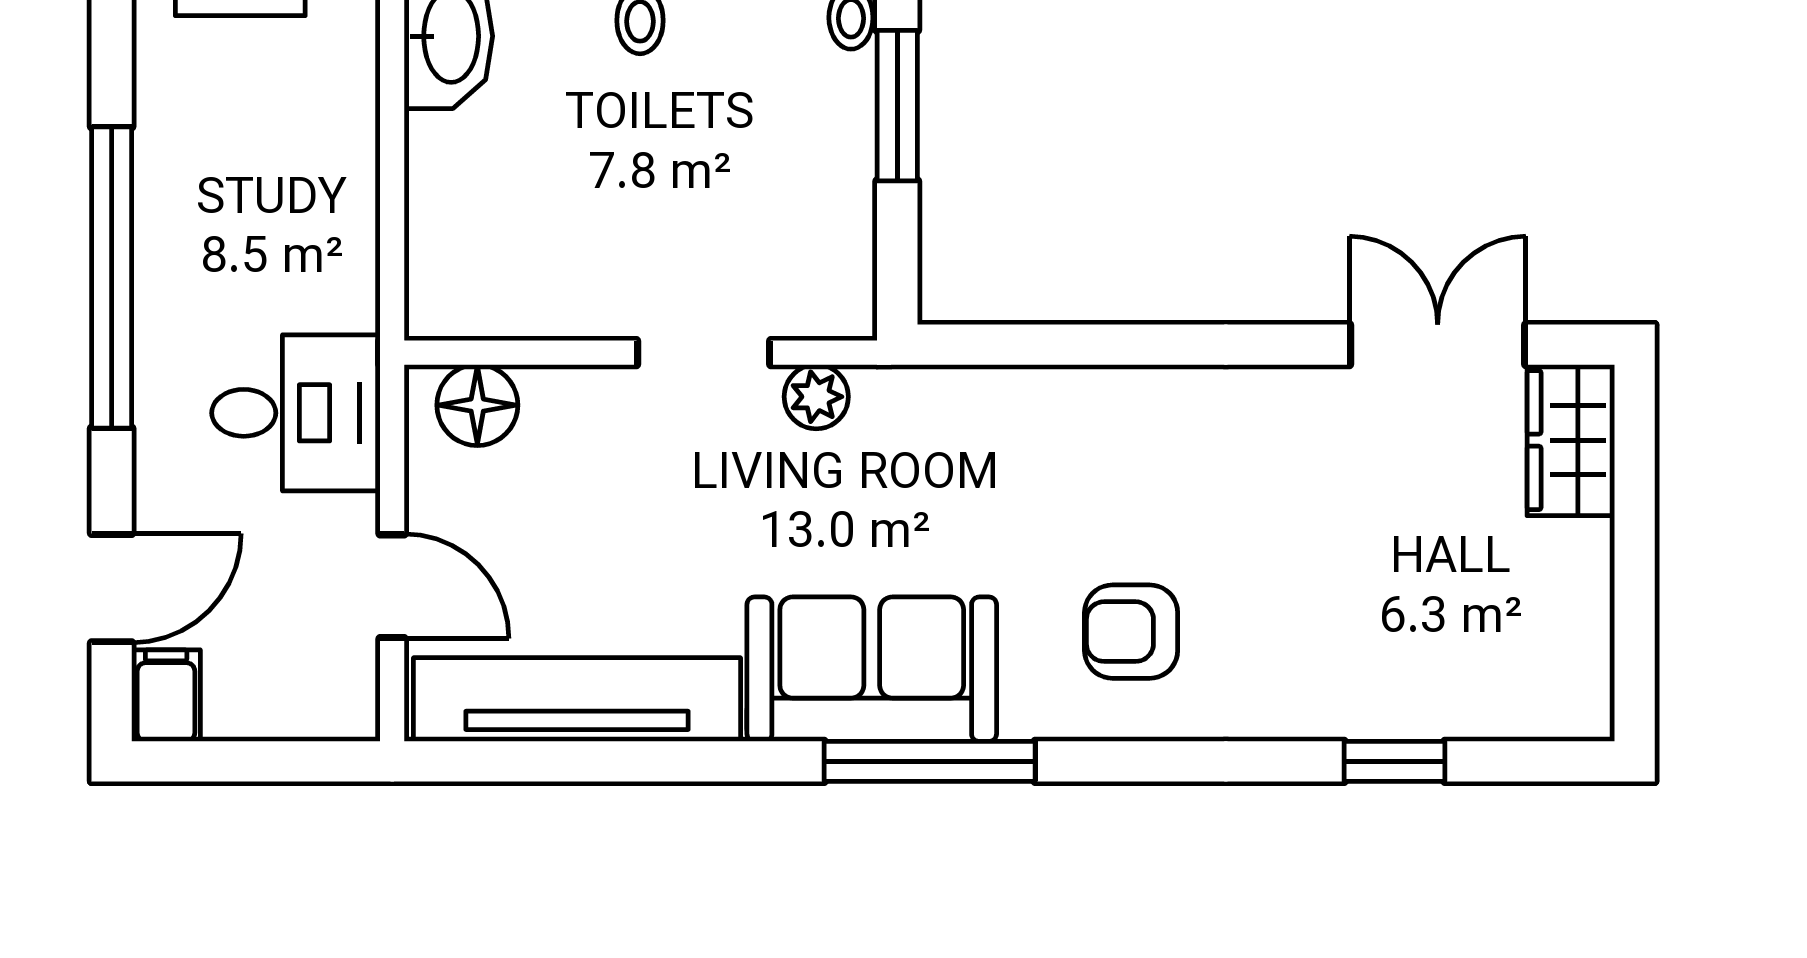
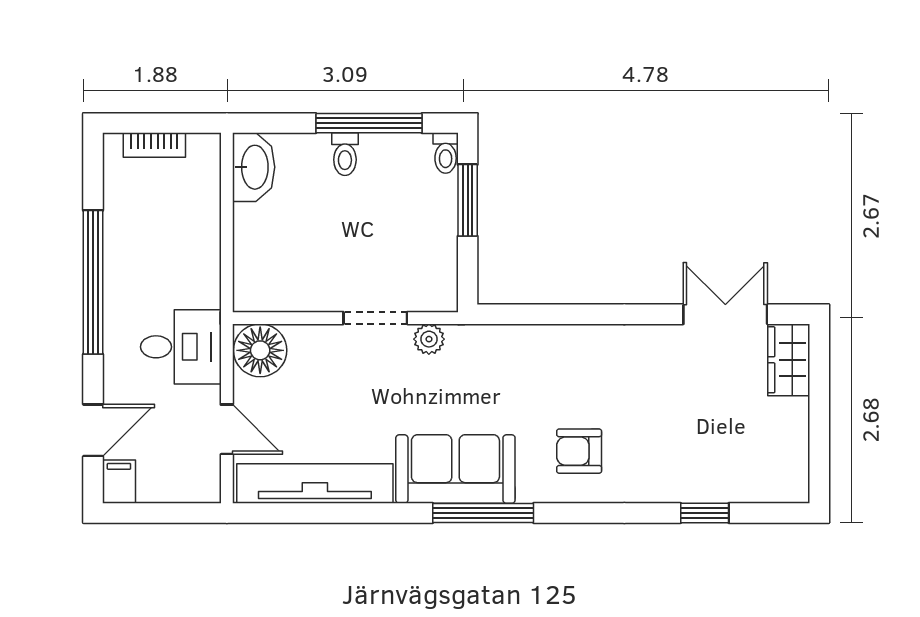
floor lamp: (477, 405) -> (260, 350), width x1.38, depth x1.38

